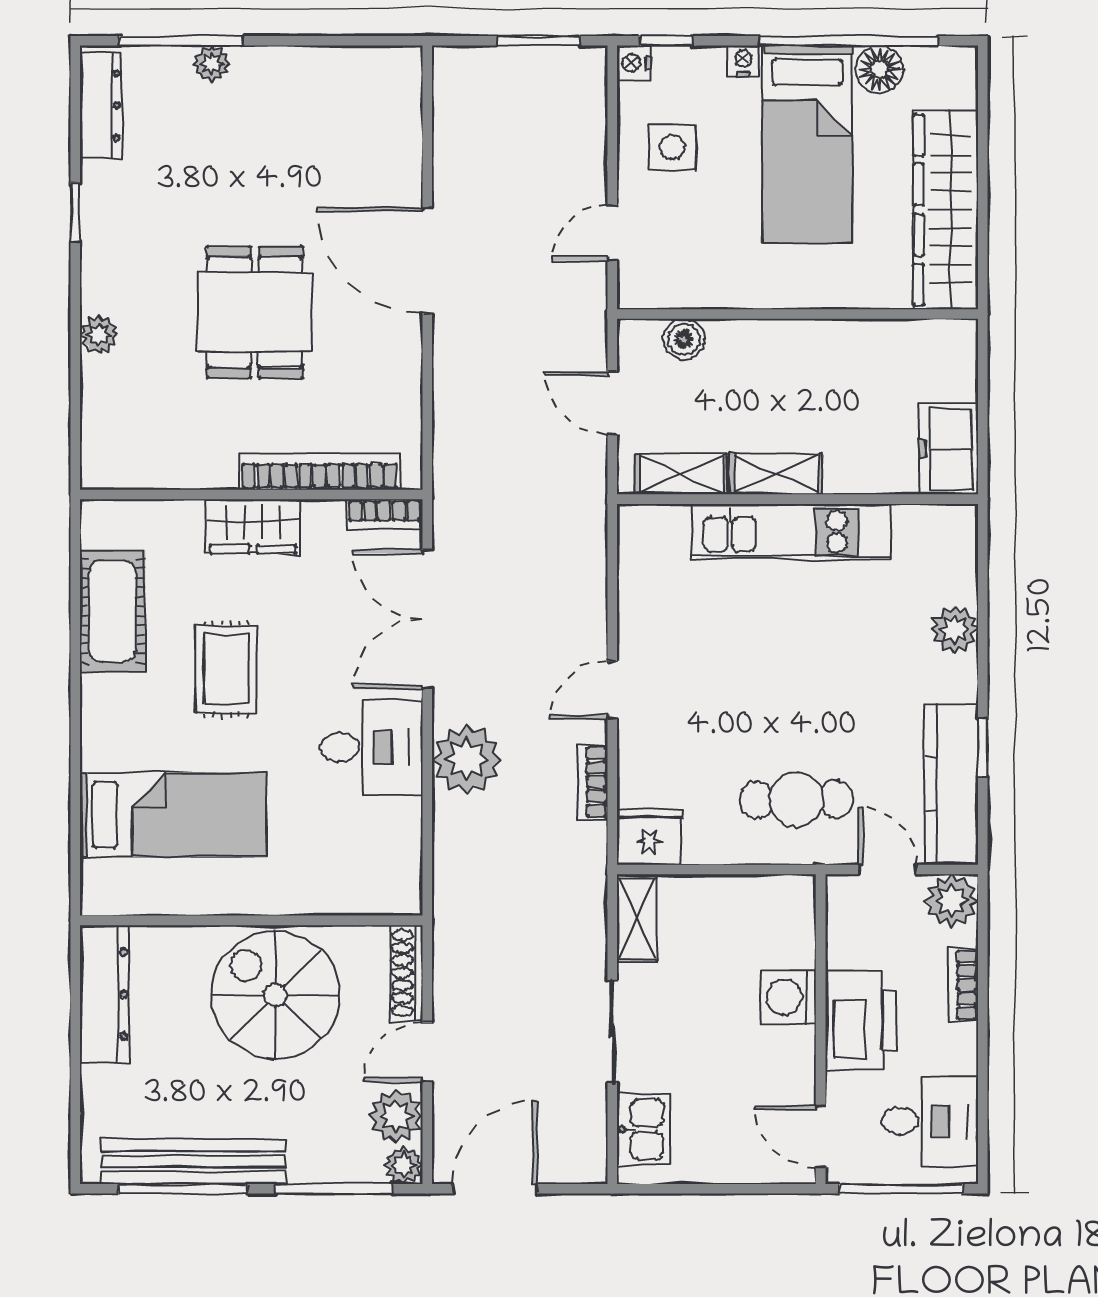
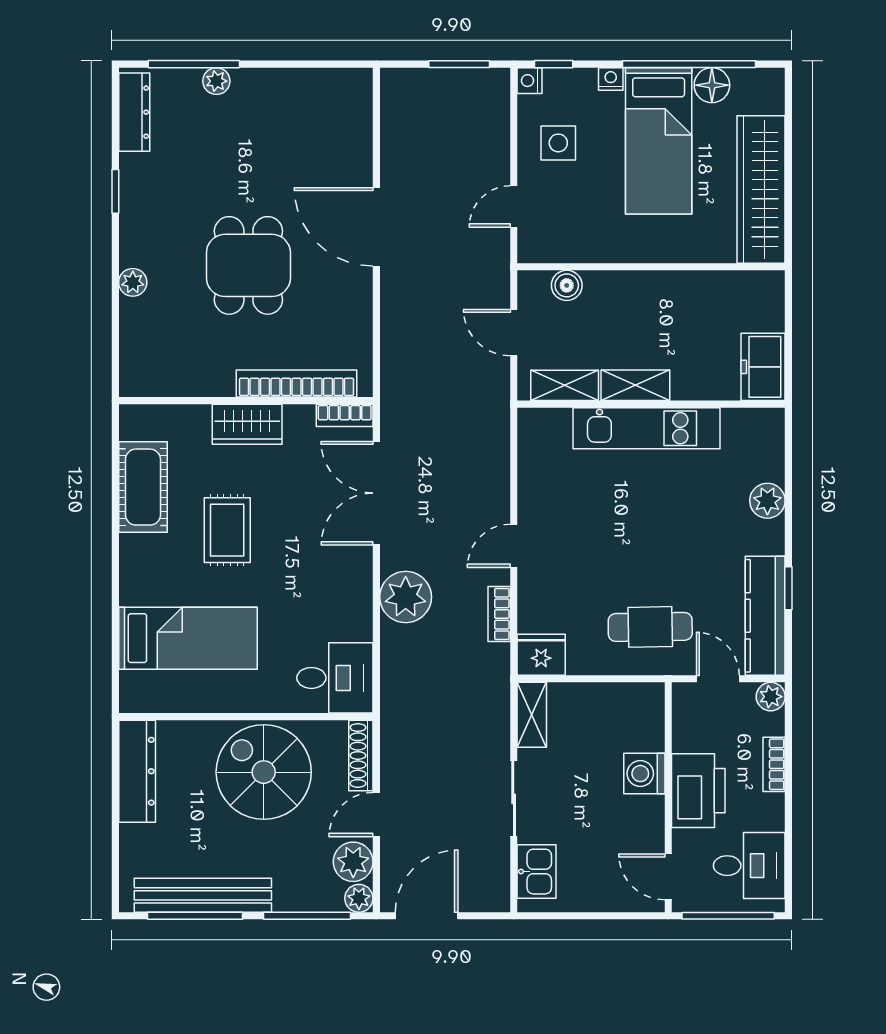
desk: (371, 747) -> (335, 678), moved
plant: (951, 901) -> (771, 697), width x0.73, depth x0.73

